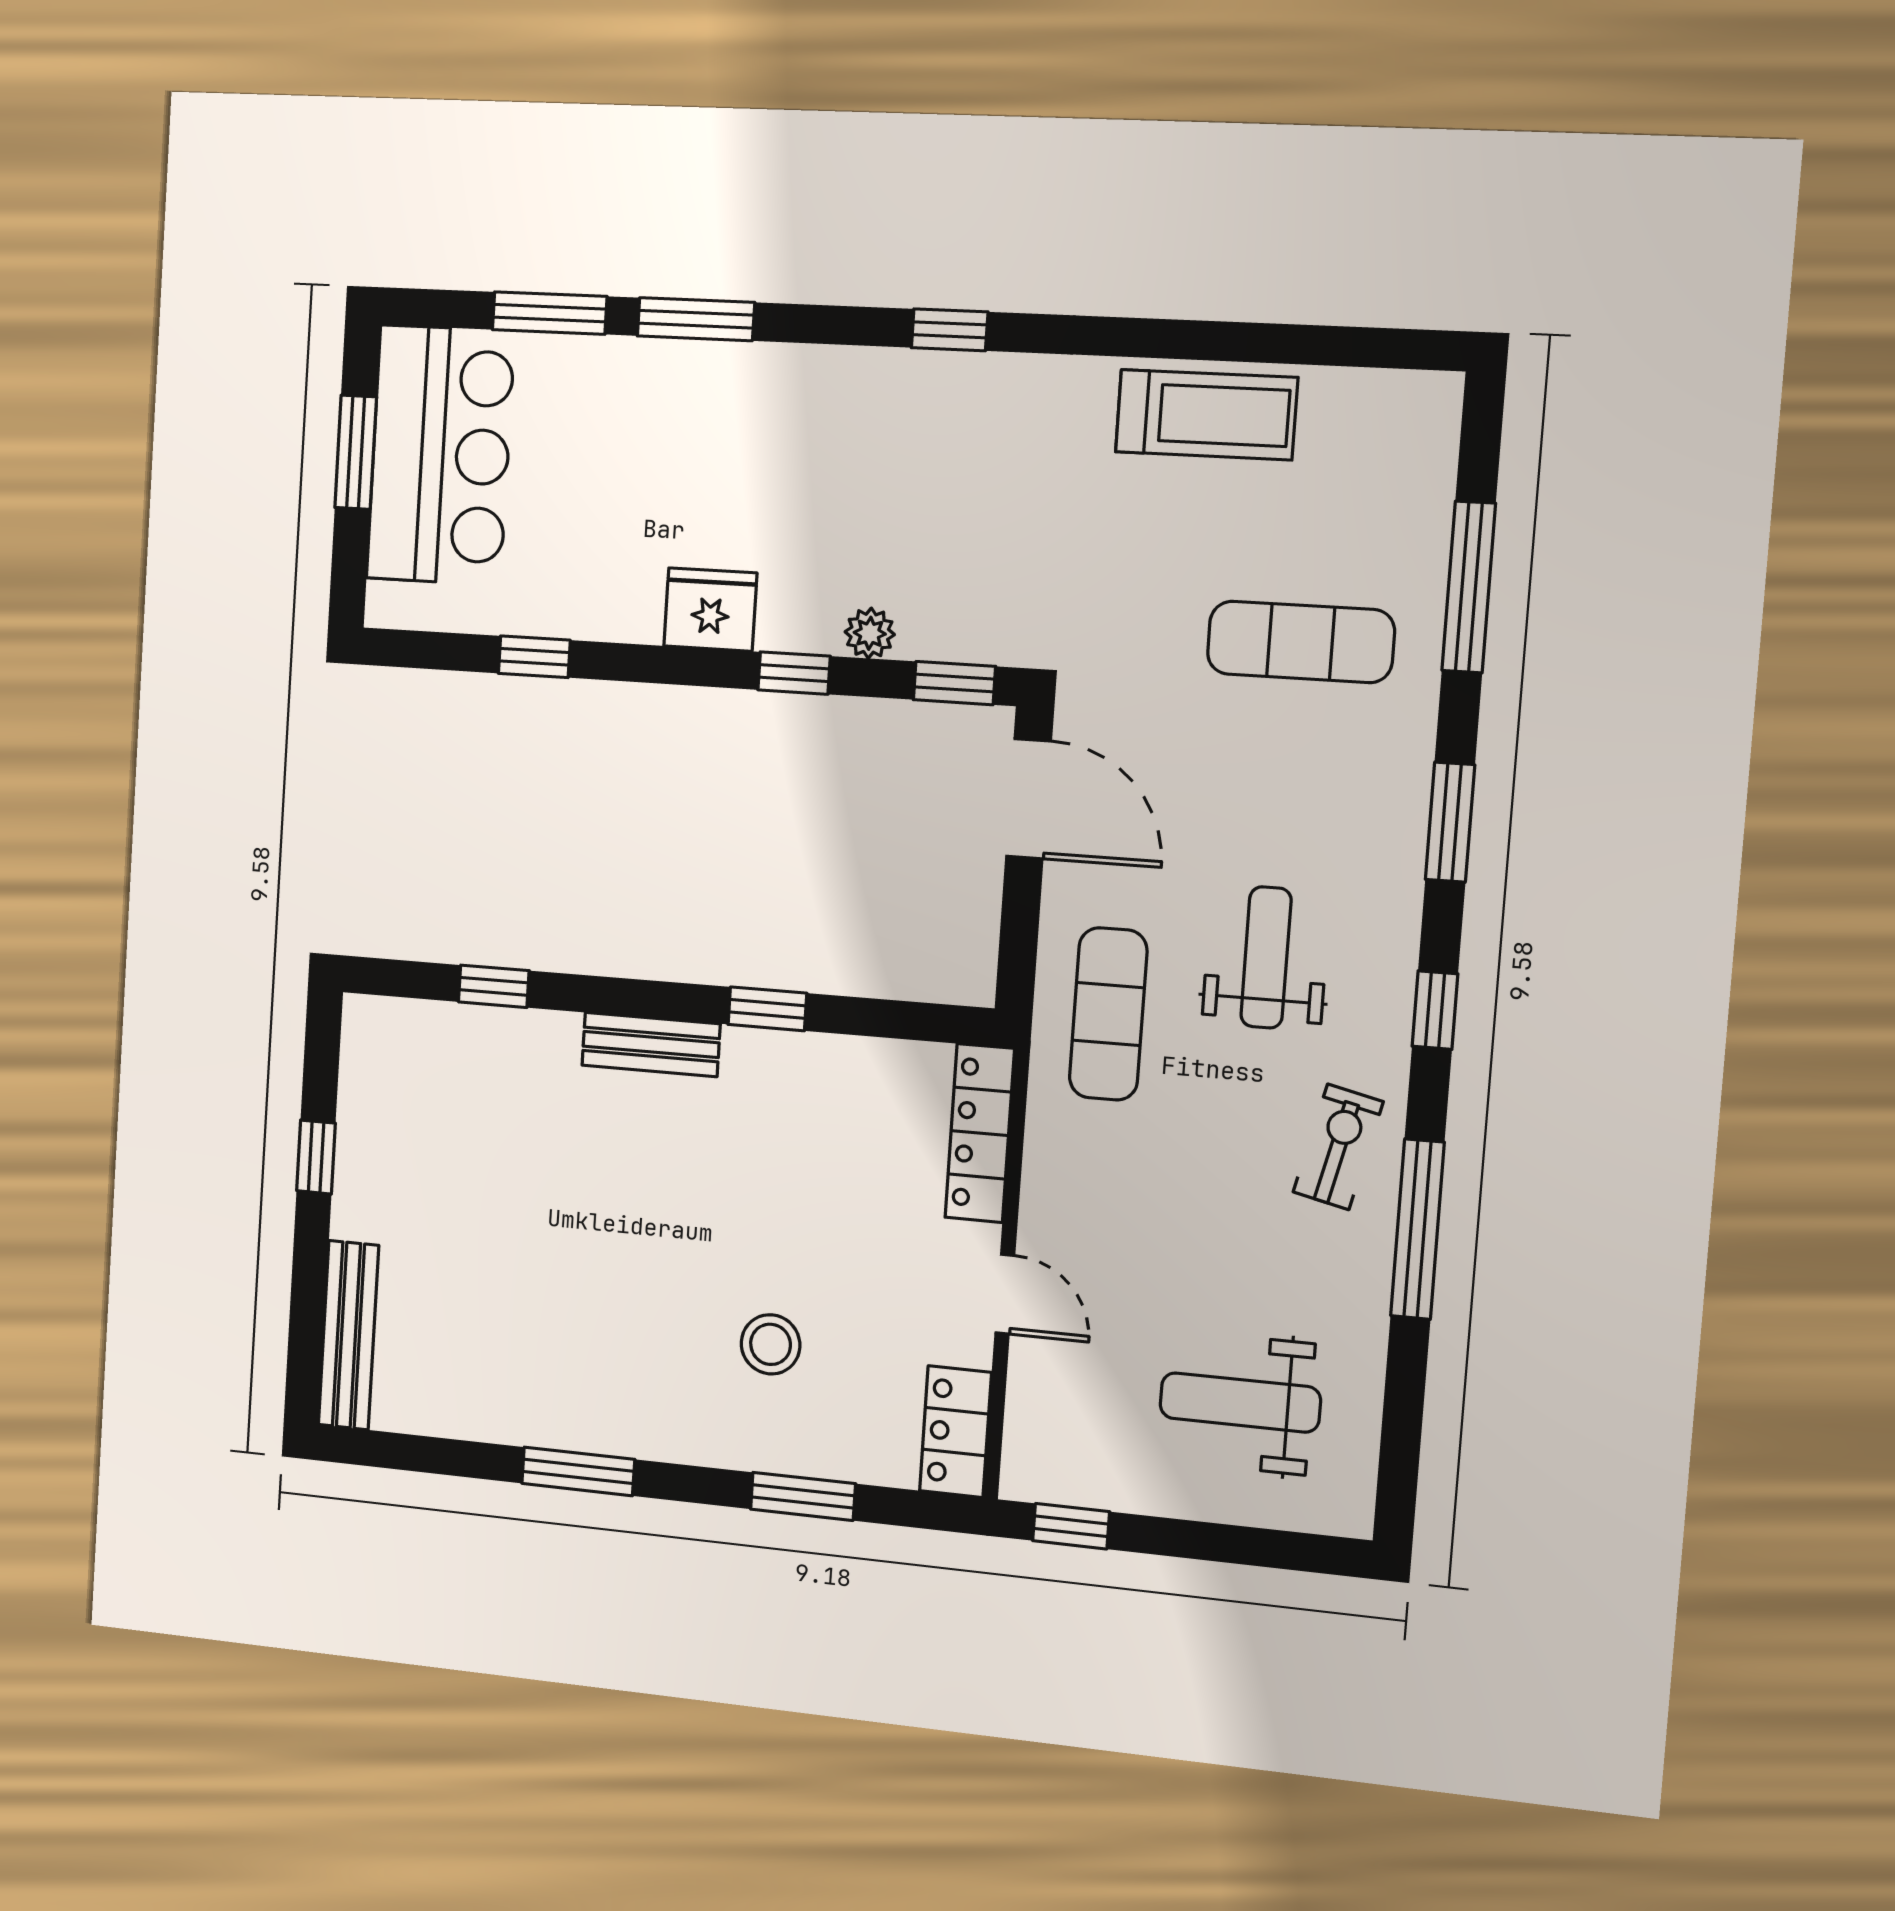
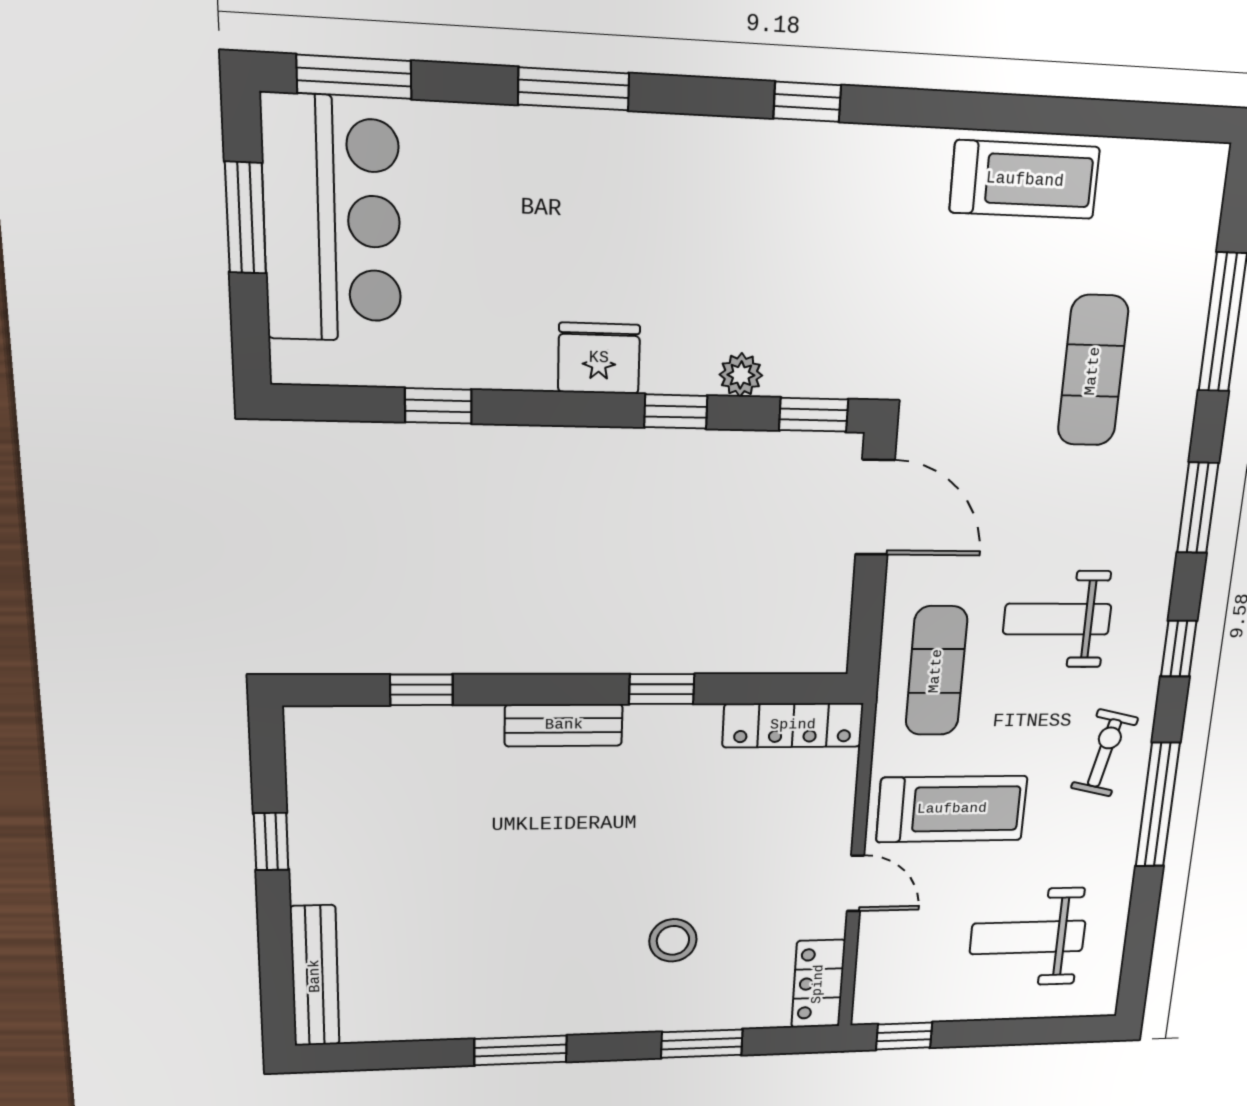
window: (550, 313) -> (354, 77), moved
exercise mat: (1301, 642) -> (1093, 371), turned 90
weight bench: (1266, 957) -> (1057, 619), turned -90
locker: (980, 1133) -> (793, 725), moved, turned -90
treadmill: (1132, 1204) -> (952, 809), added

